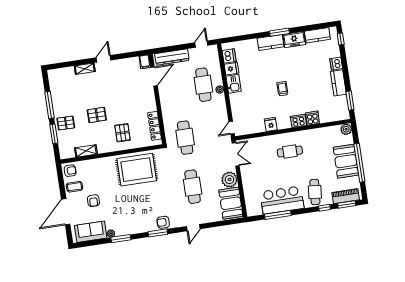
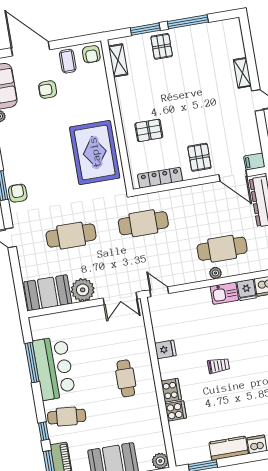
pallet: (97, 115) -> (199, 157), moved
shelving: (86, 151) -> (118, 60), moved

